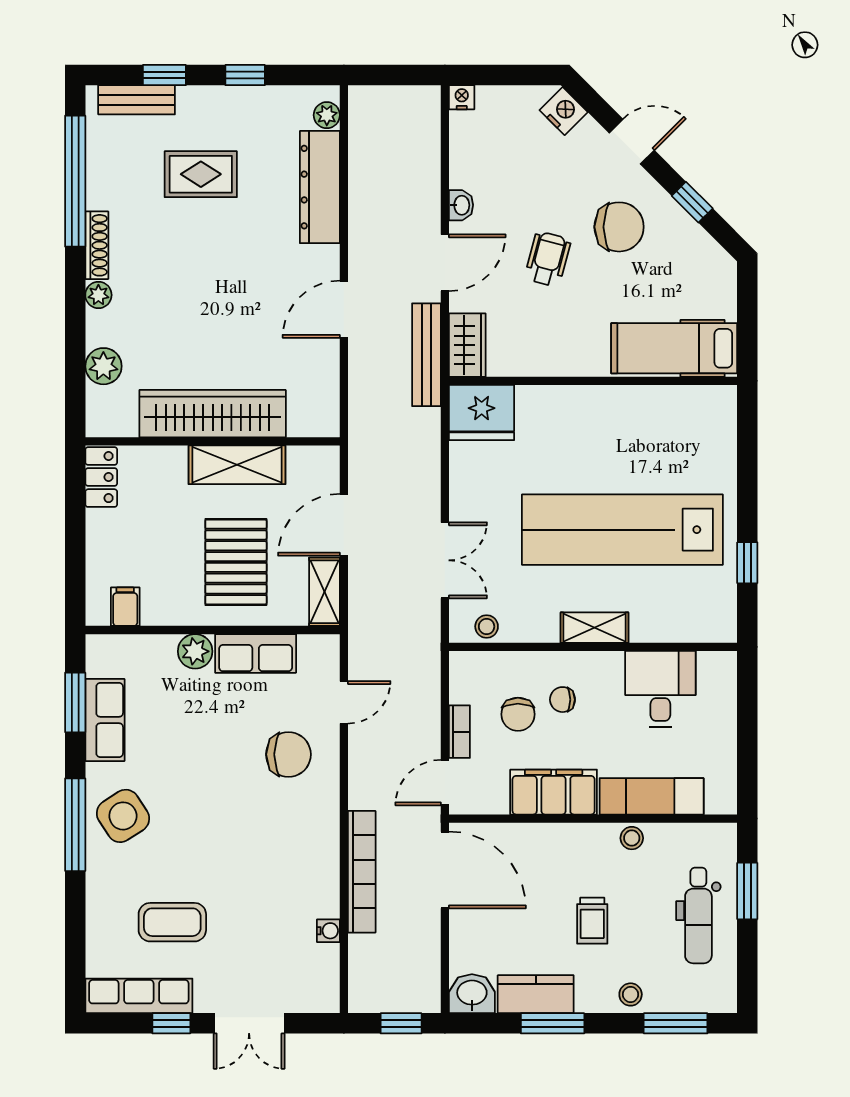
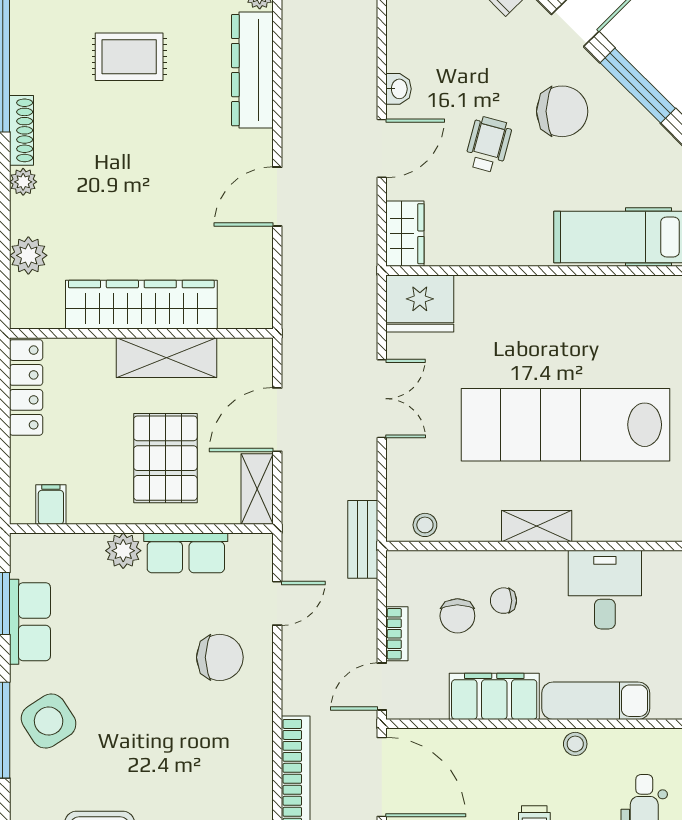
window: (692, 202) -> (638, 86), width x2.17
bench: (426, 355) -> (363, 539), moved, width x0.73
locker: (101, 477) -> (26, 387), width x1.53
double door: (445, 560) -> (382, 399), moved

